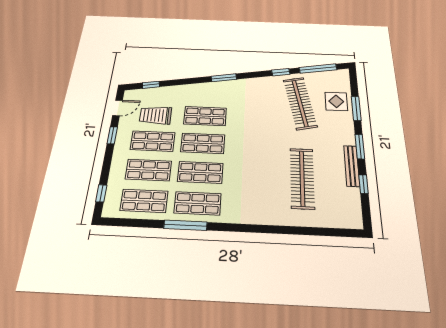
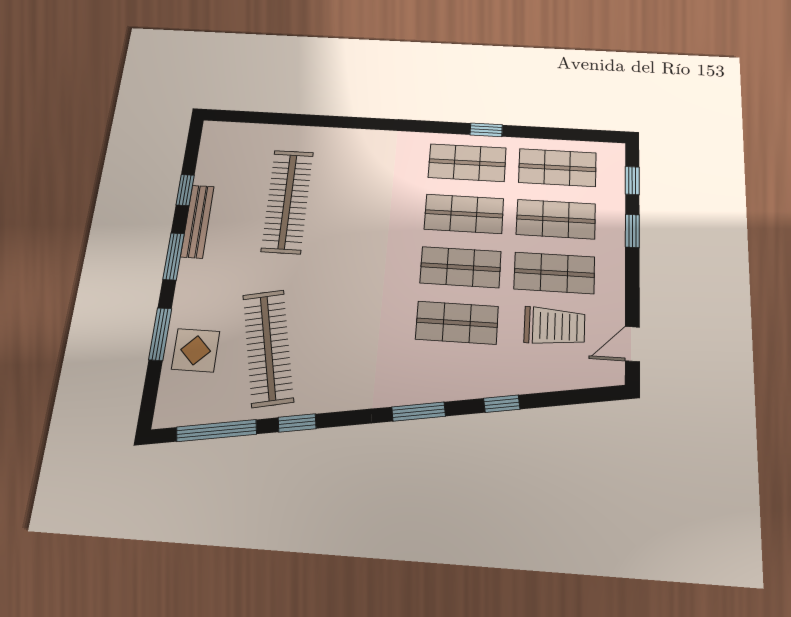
window: (151, 85) -> (502, 404), moved
window: (112, 135) -> (632, 231), moved
window: (185, 225) -> (486, 130), width x0.46

